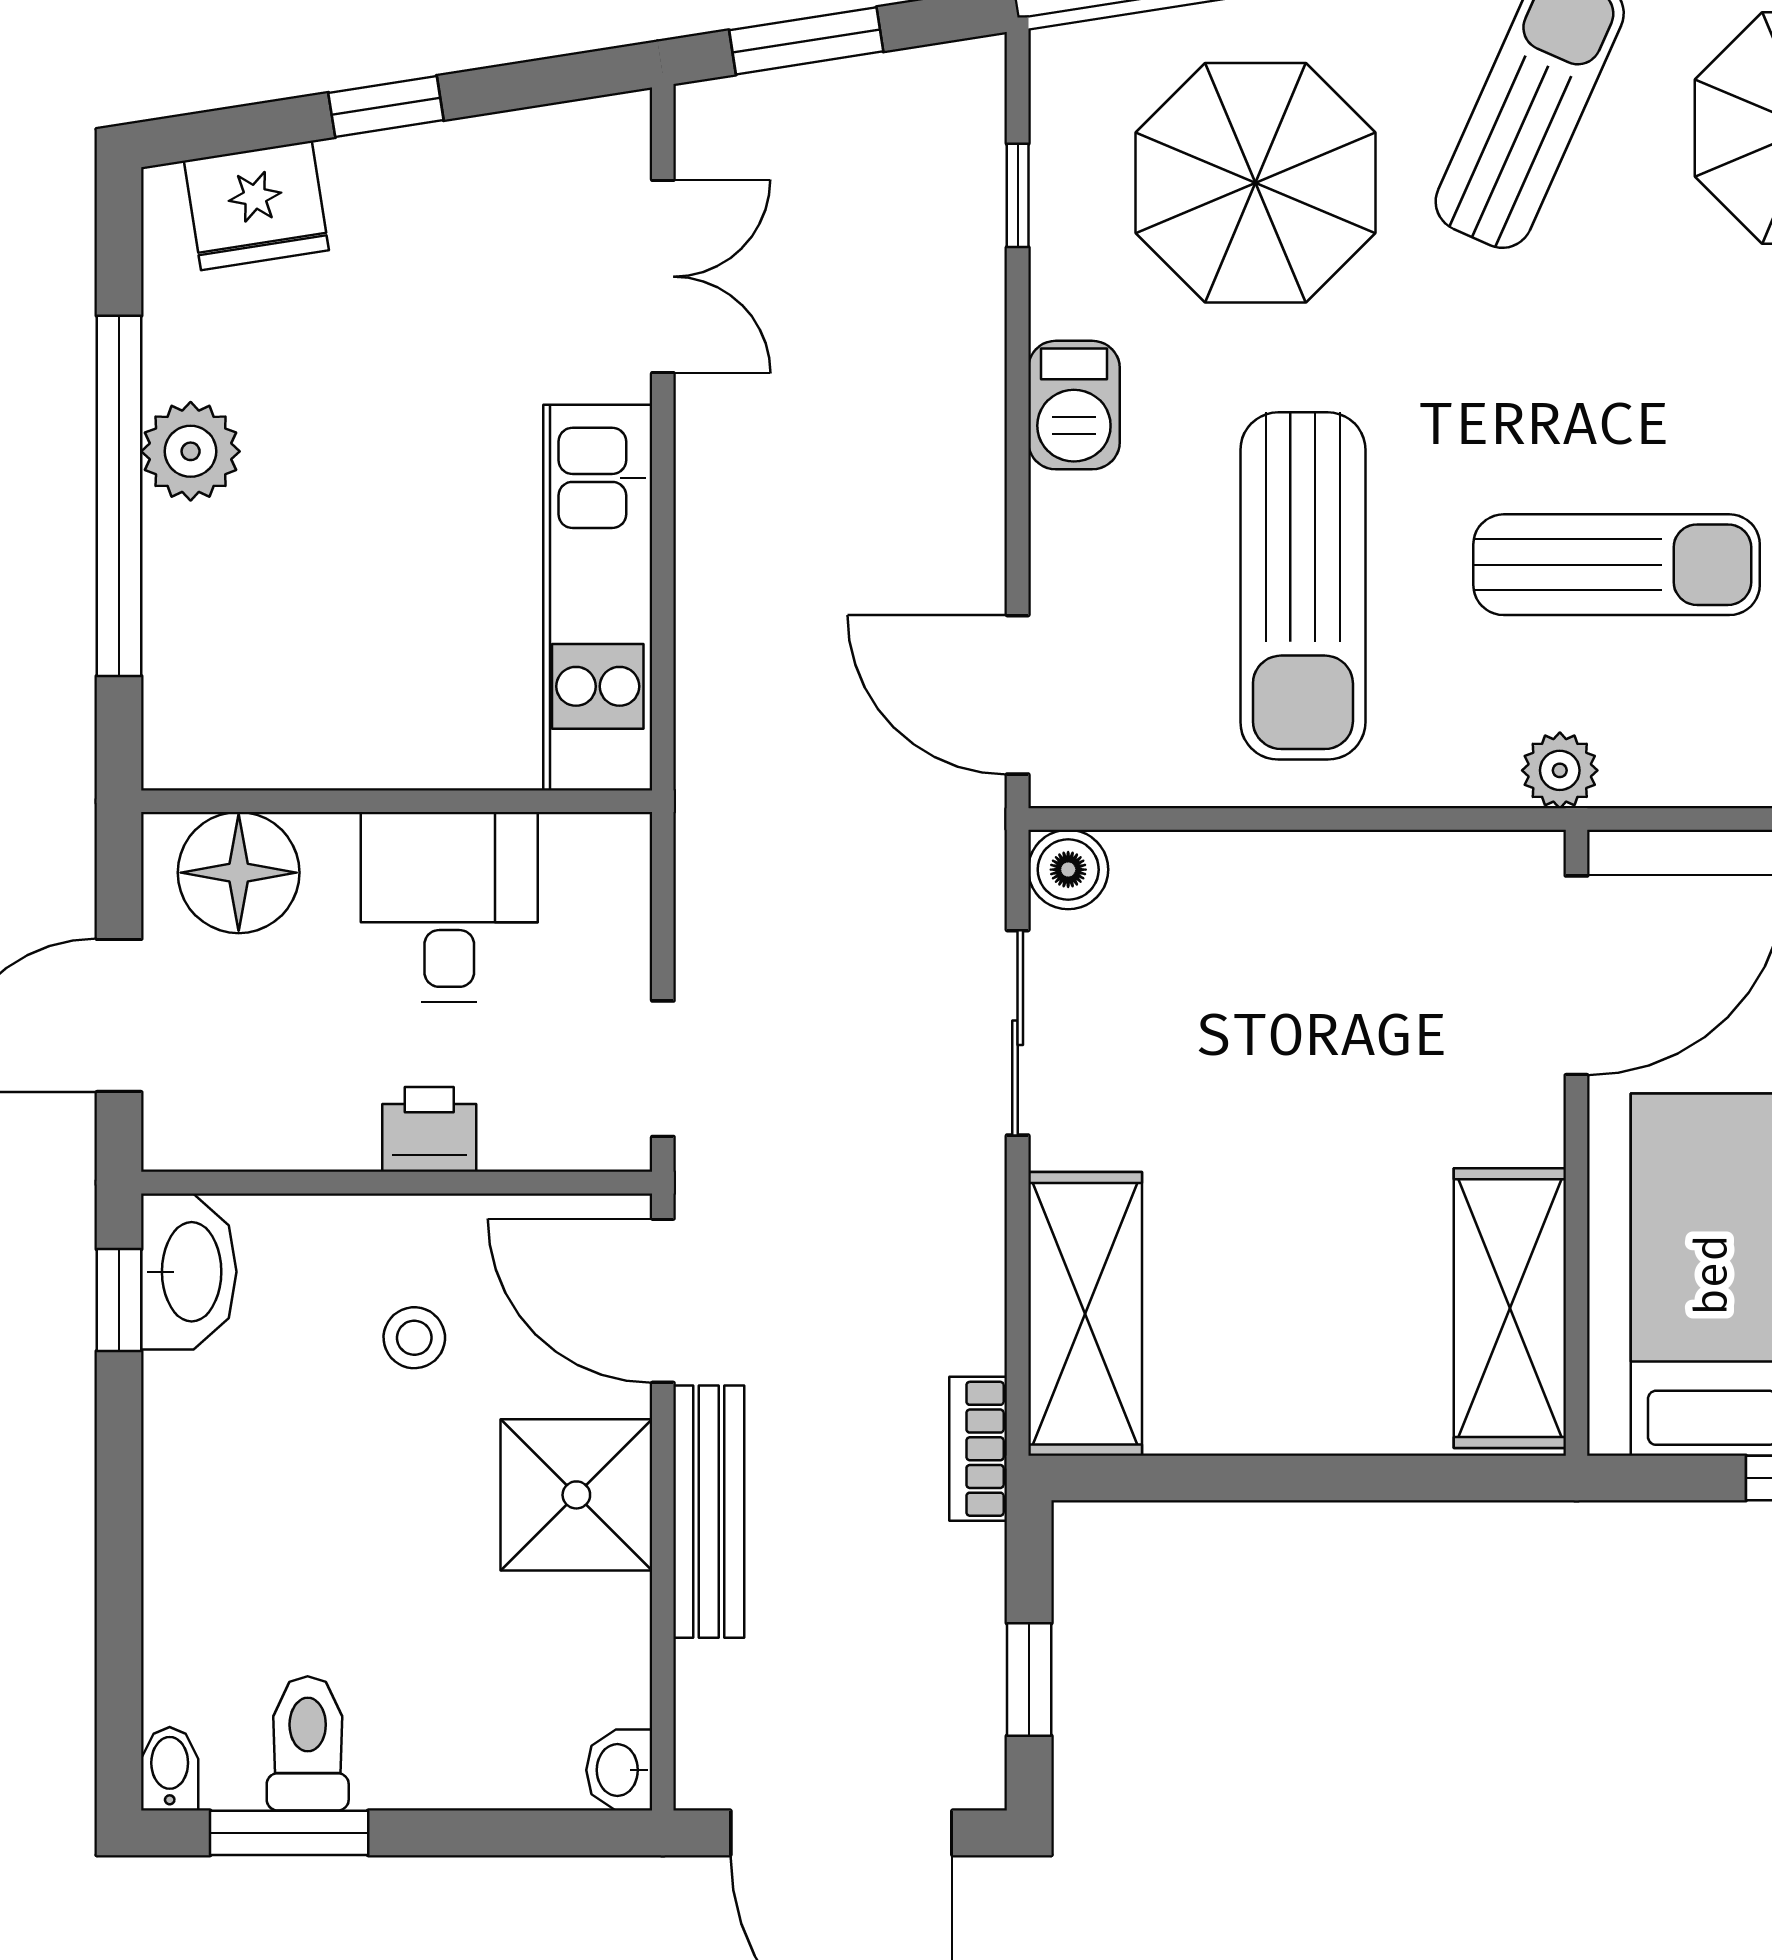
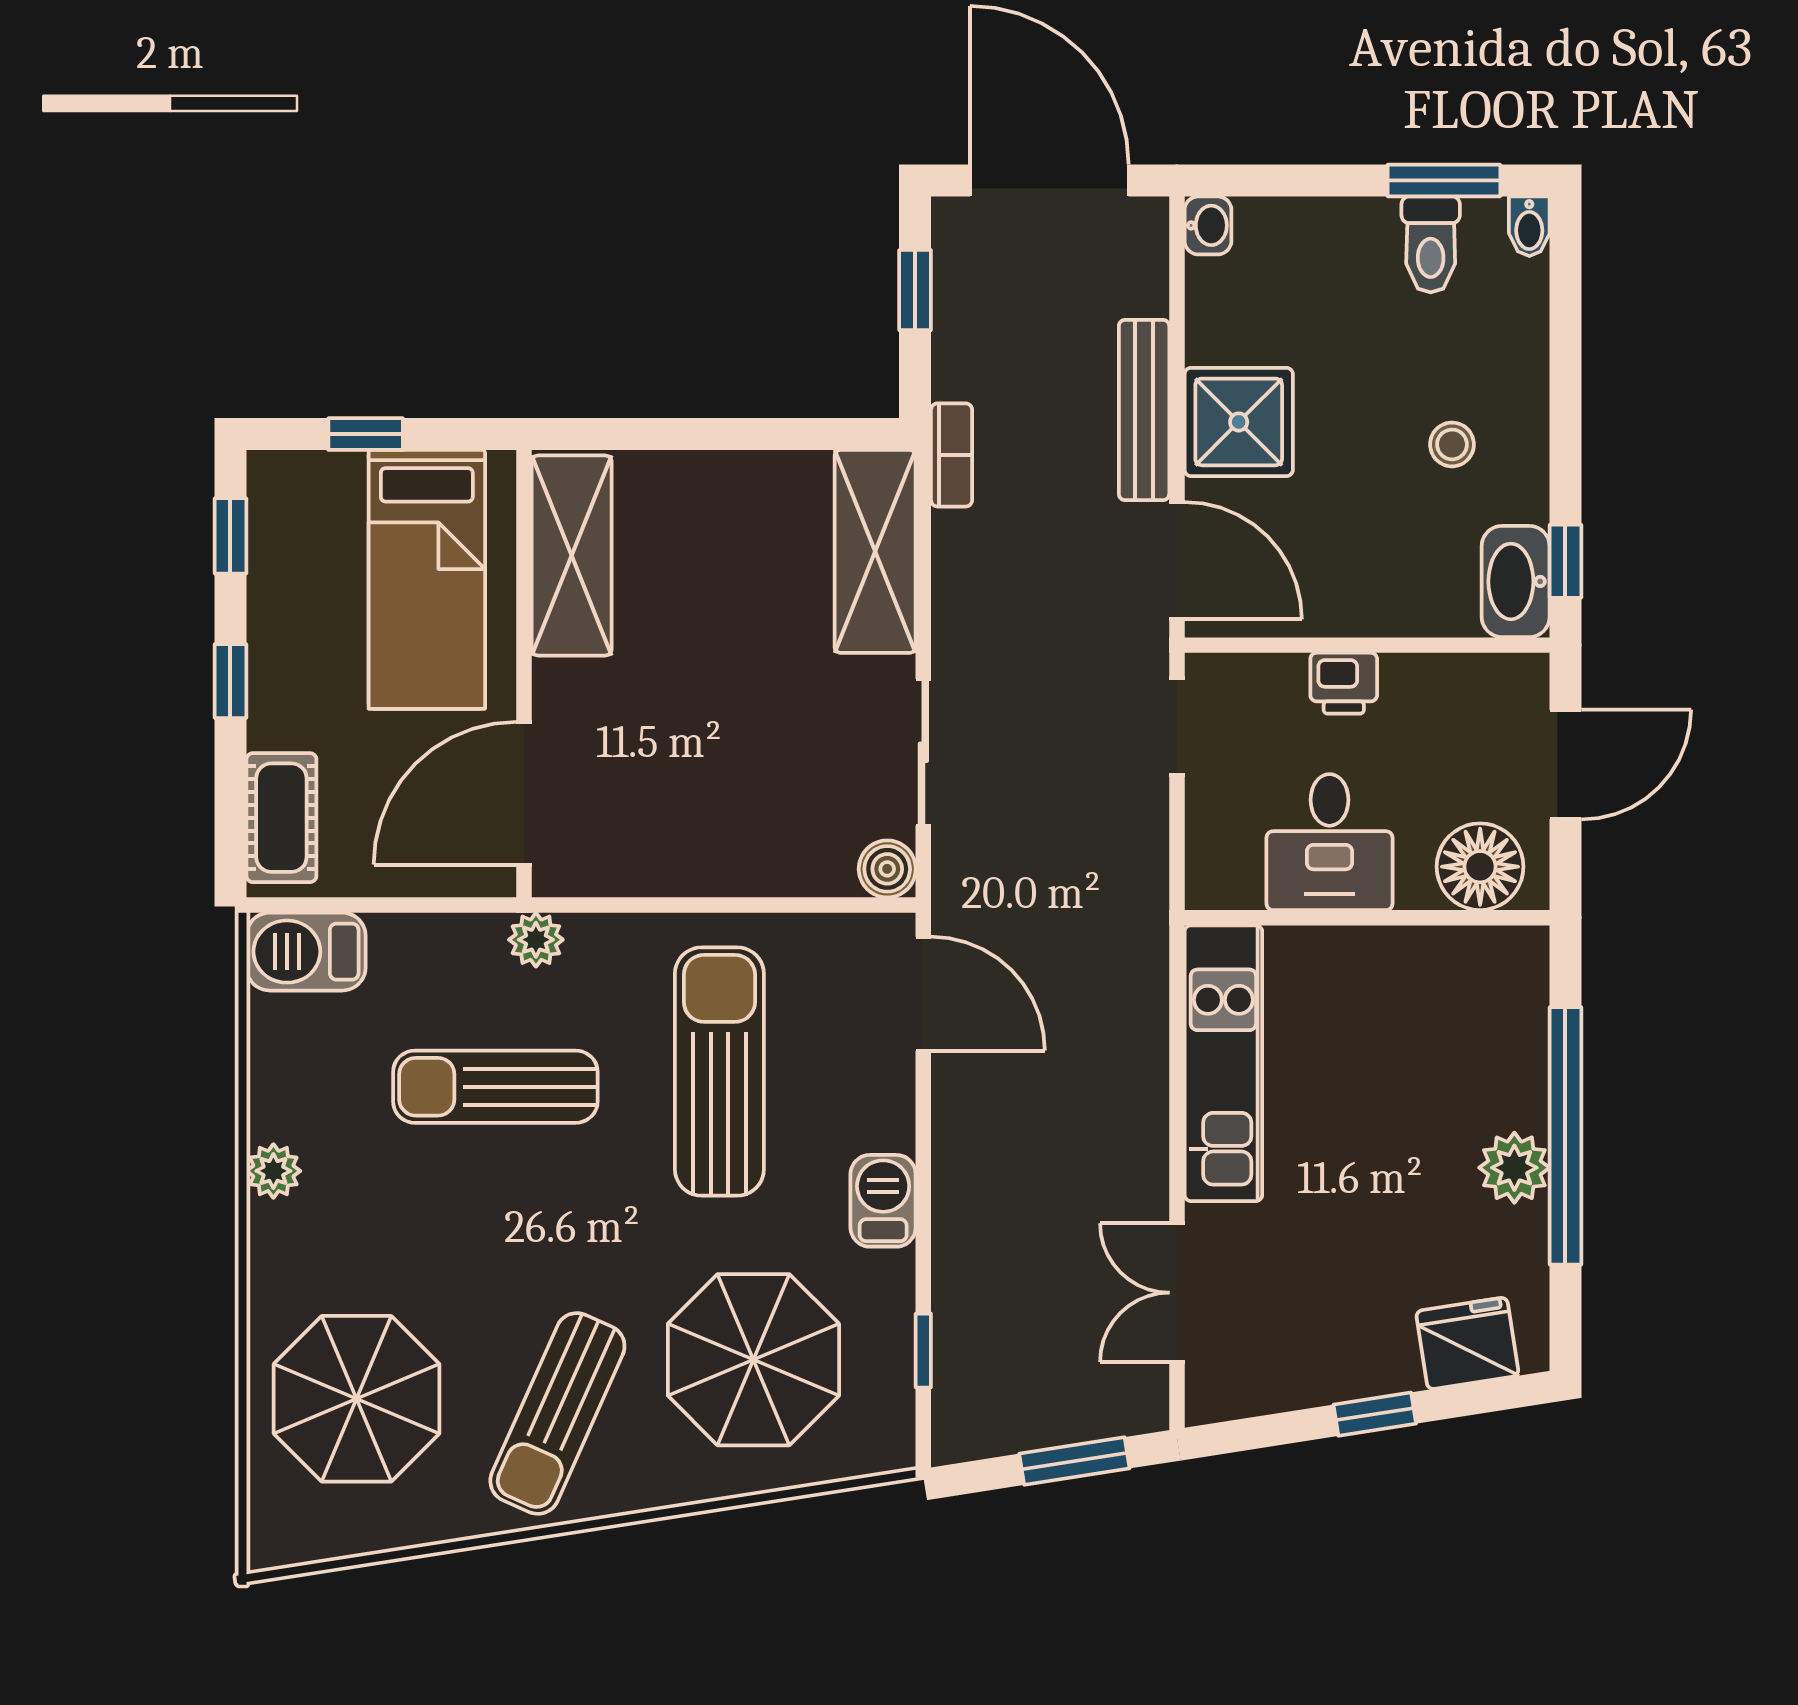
stool: (414, 1338) -> (1452, 444), moved

